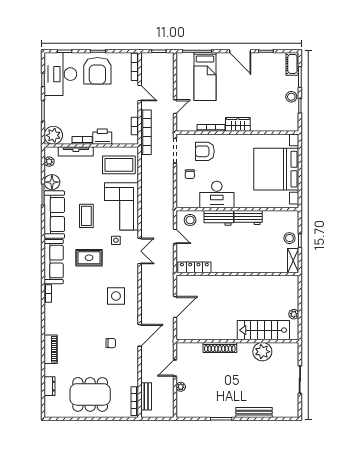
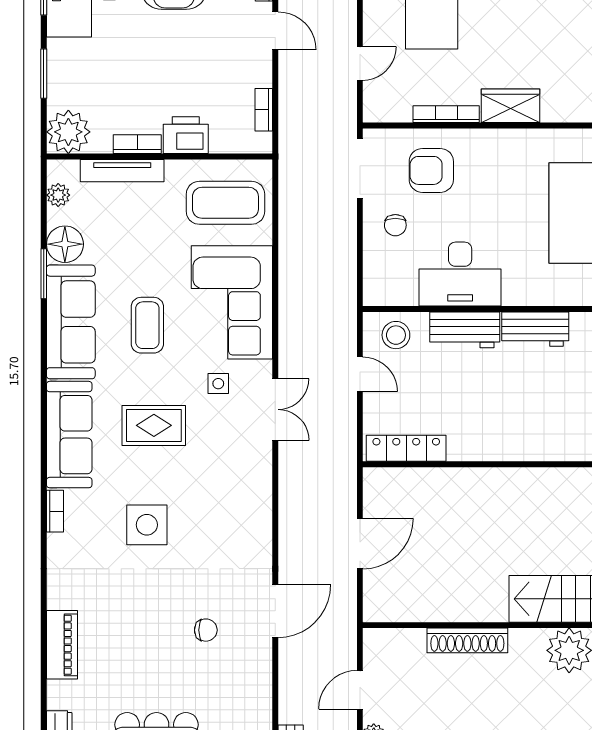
bookcase: (146, 132) -> (290, 125), removed
side table: (116, 296) -> (147, 525), moved

